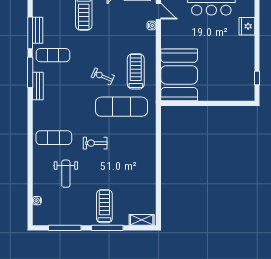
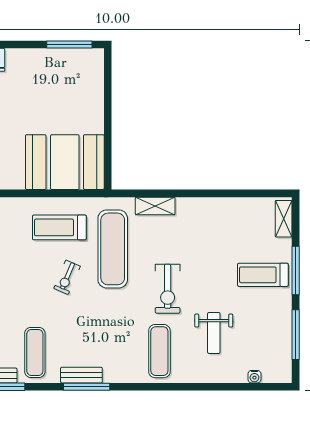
window: (30, 72) -> (87, 387), moved
window: (257, 78) -> (69, 45), width x2.17
shelving: (150, 135) -> (155, 206), added
exercise bike: (95, 143) -> (168, 289), width x1.38, depth x1.39
weight bench: (66, 174) -> (214, 333), turned 90

